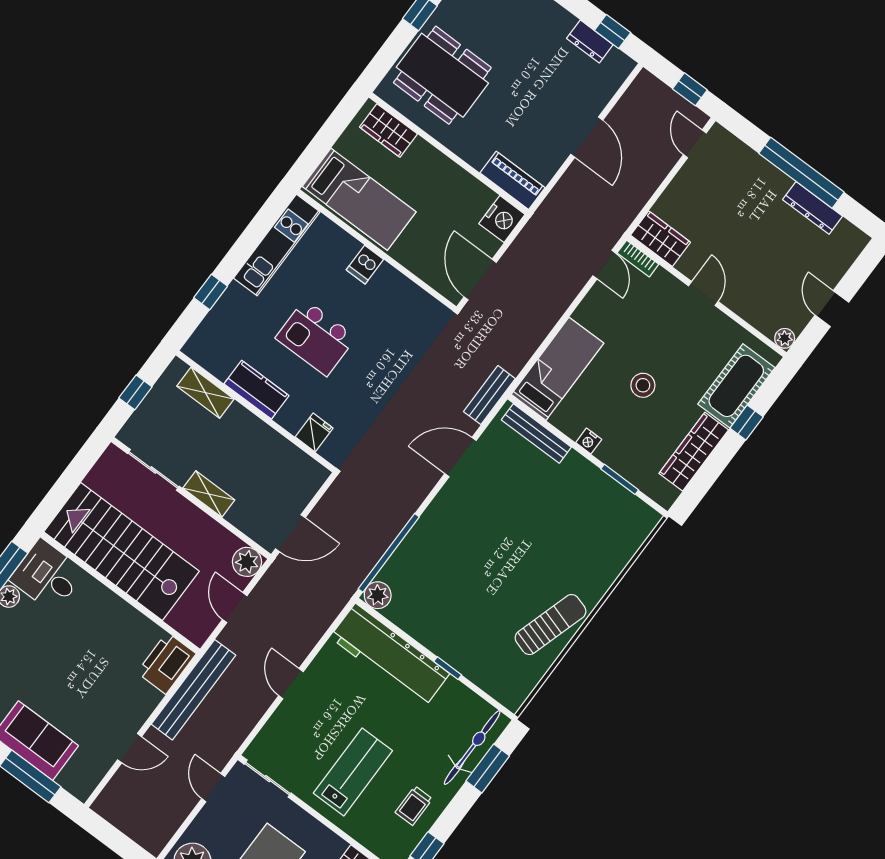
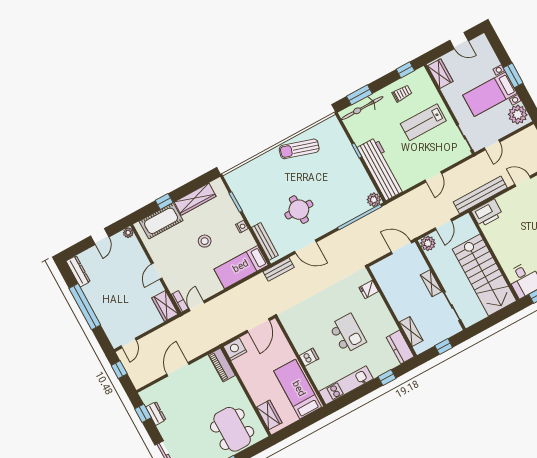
dresser: (813, 208) -> (78, 271), moved
kitchen counter: (256, 390) -> (400, 347), moved
round table: (502, 517) -> (299, 210), added

